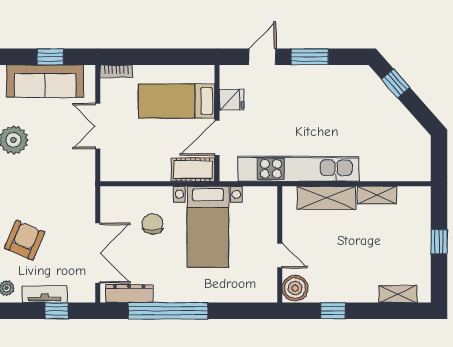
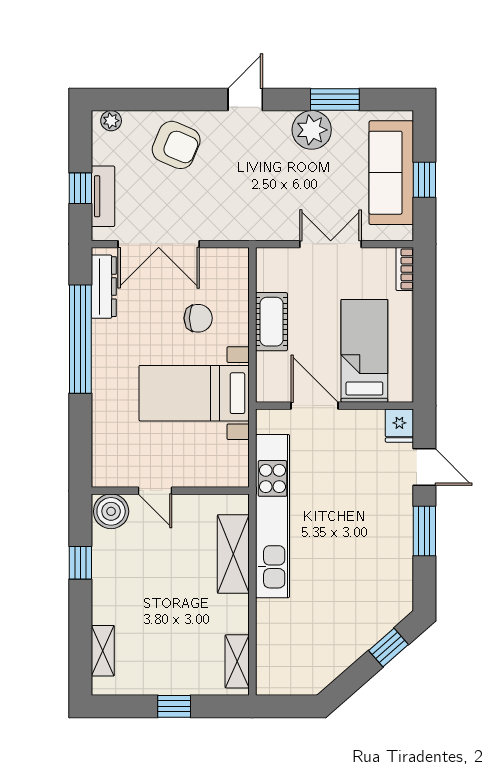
fridge: (232, 100) -> (399, 426), moved
cot: (193, 170) -> (271, 322), moved
shelving: (377, 195) -> (237, 661), moved
door: (280, 256) -> (155, 491), hinge flipped
tv unit: (45, 294) -> (103, 196), moved

